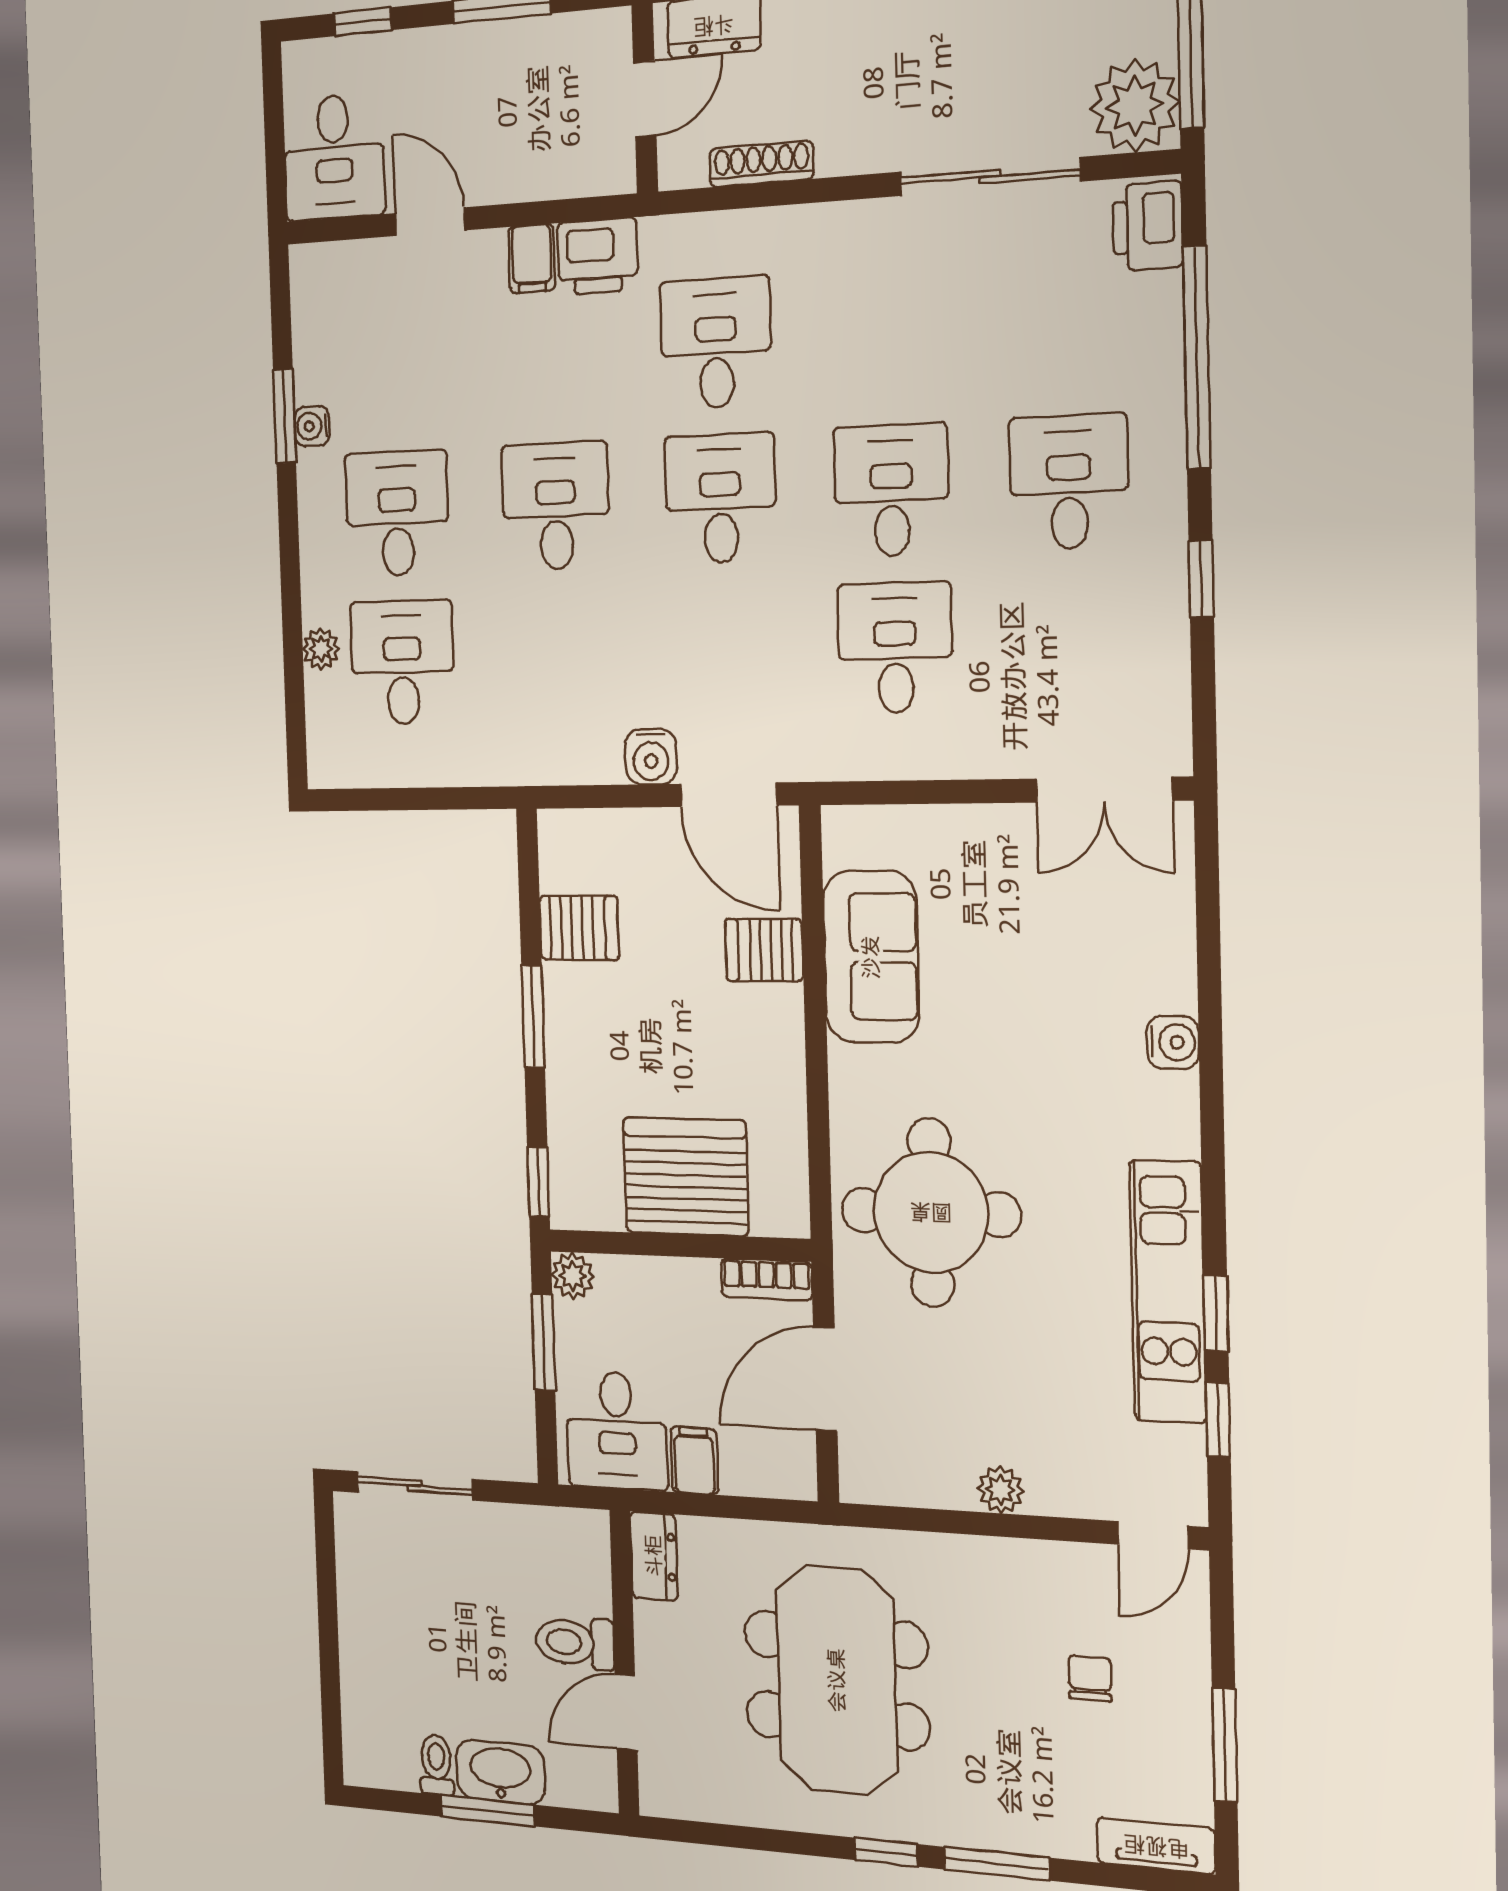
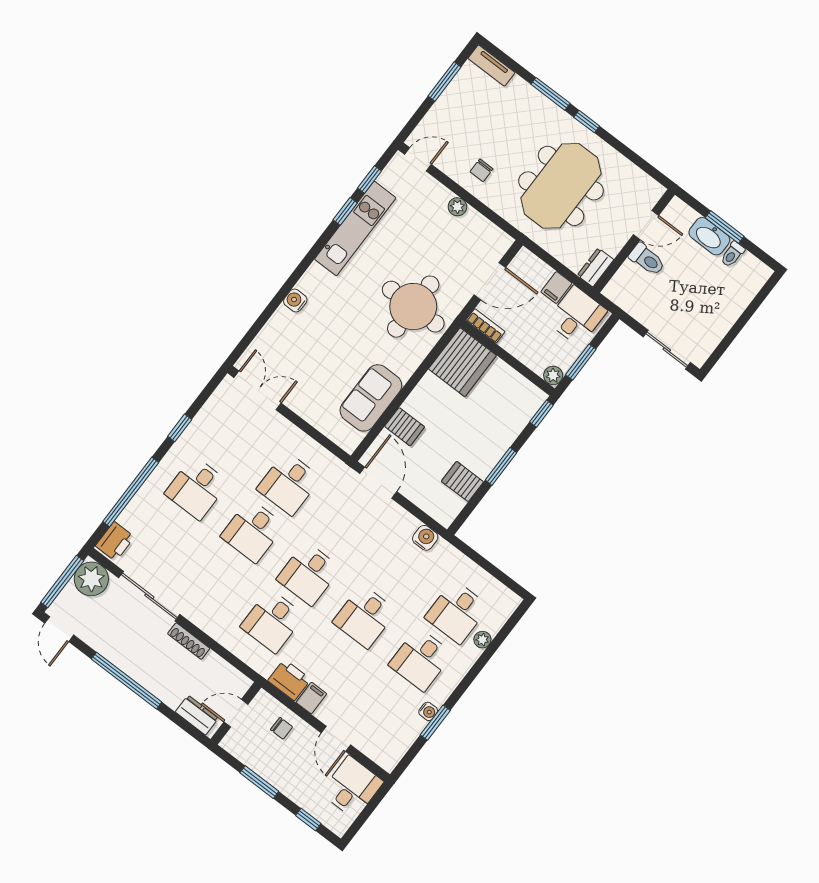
chair: (540, 149) -> (282, 728), added
shoe rack: (761, 164) -> (189, 641), moved
water cooler: (651, 757) -> (425, 538), moved
server rack: (686, 1177) -> (462, 362), moved, turned -90
chair: (1090, 1678) -> (481, 170), moved

